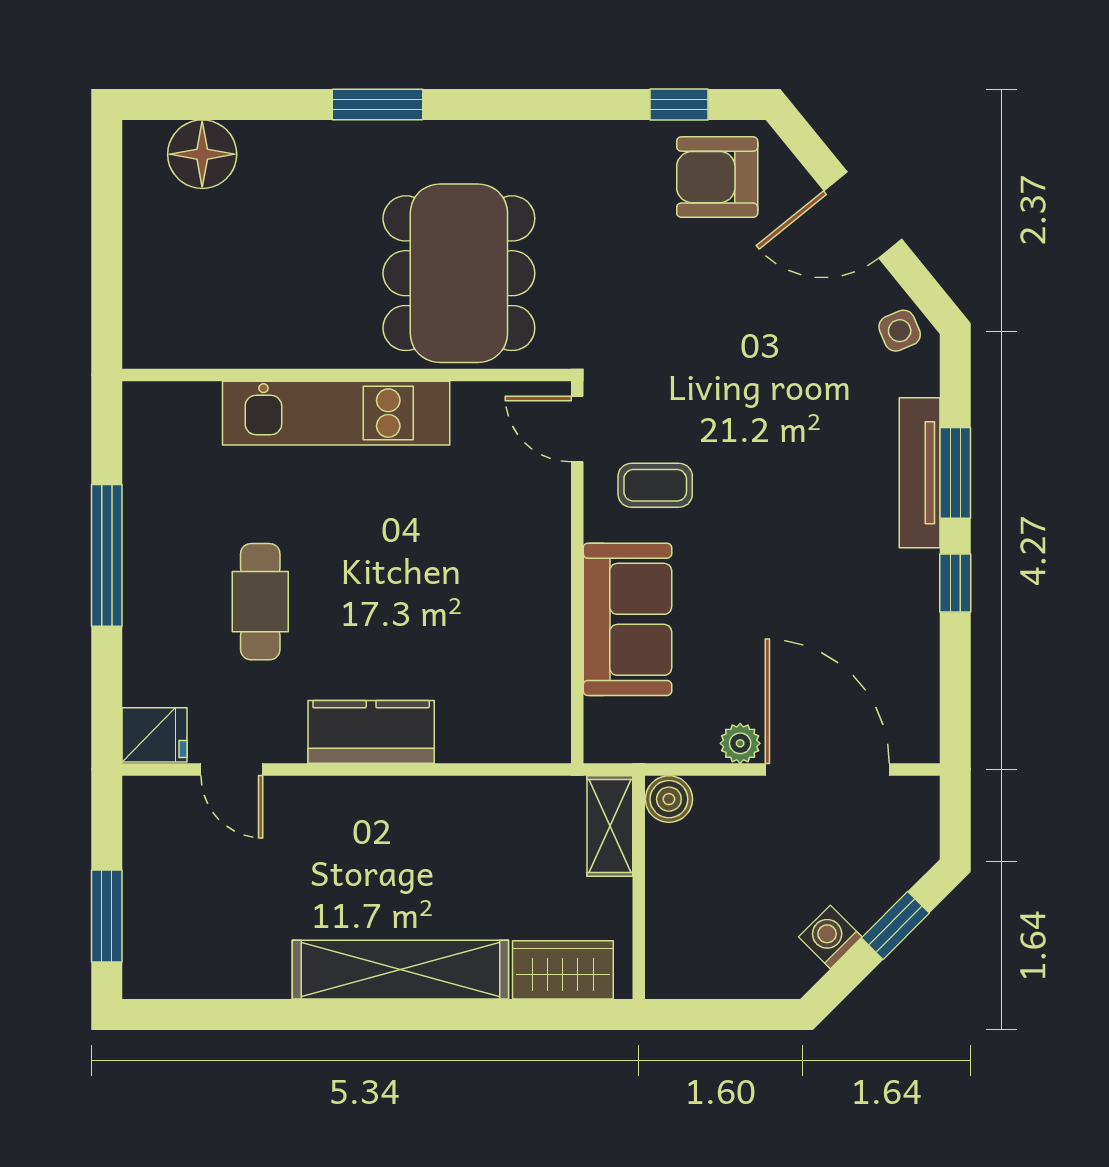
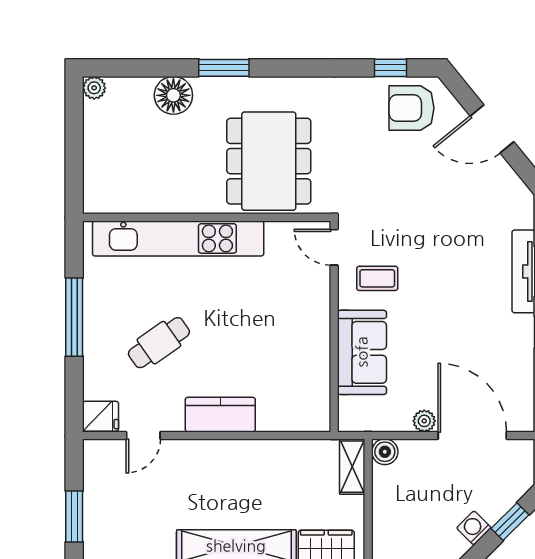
plant: (143, 141) -> (94, 88), added
floor lamp: (202, 154) -> (173, 95), moved
side table: (900, 331) -> (512, 193), removed
kitchen unit: (336, 413) -> (178, 238), width x1.36
cafe table: (260, 602) -> (159, 343), turned 55
door: (232, 770) -> (143, 435), hinge flipped

